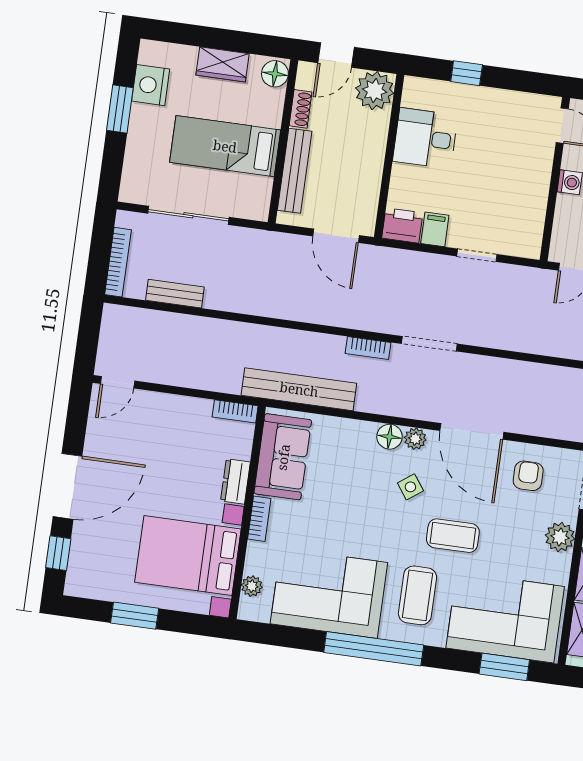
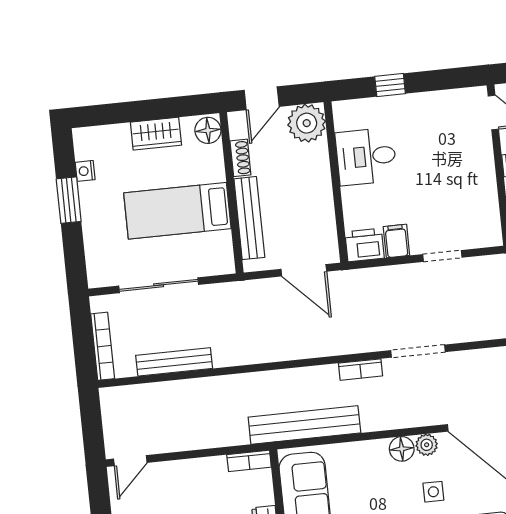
nightstand: (151, 85) -> (85, 171), width x0.53, depth x0.56
bench: (175, 294) -> (174, 362), width x1.36
side table: (410, 487) -> (433, 492), turned 36

